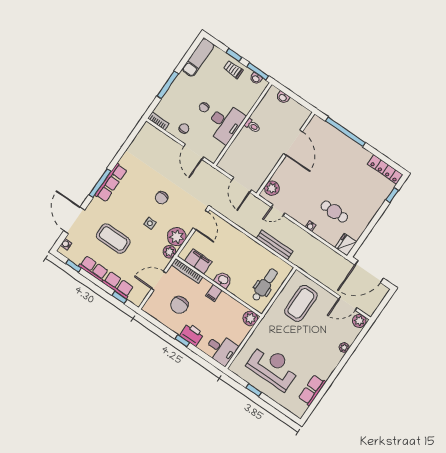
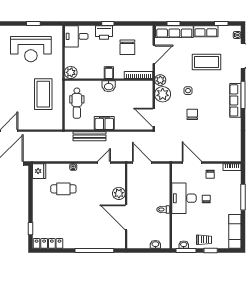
plant: (272, 188) -> (119, 193), moved
filing cabinet: (198, 261) -> (104, 123), moved, turned 180
row of seats: (118, 285) -> (174, 32), width x1.48
coffee table: (301, 303) -> (43, 94), moved
chair: (179, 305) -> (127, 47), turned 180

